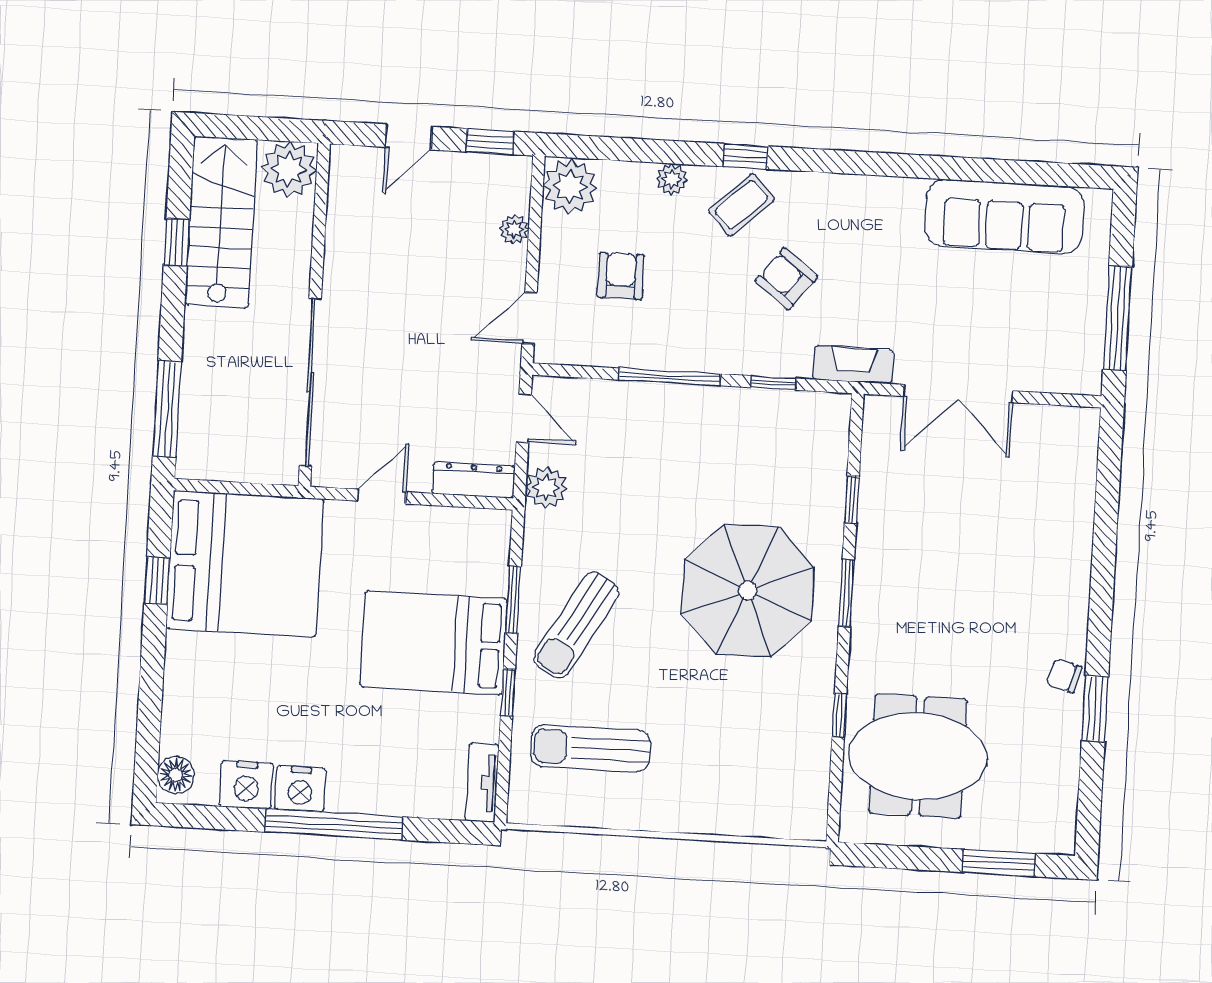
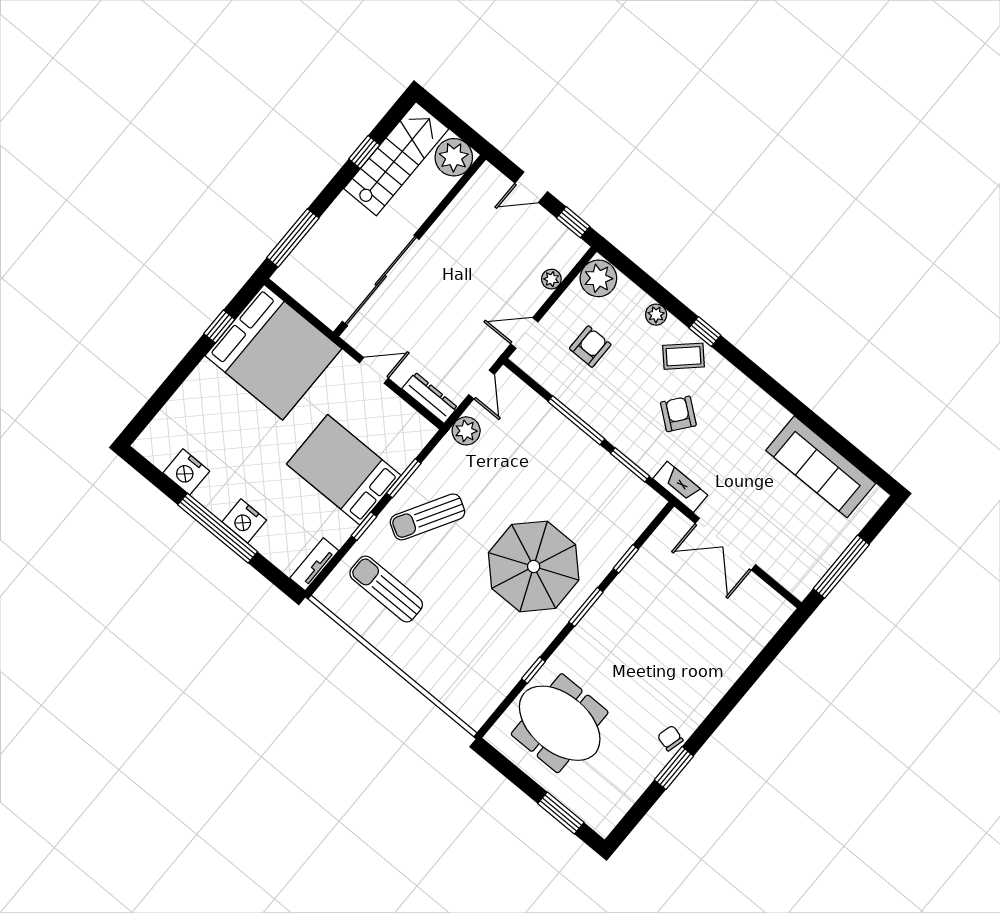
window: (773, 383) -> (630, 465), width x1.50
floor lamp: (176, 775) -> (152, 439), removed
nightstand: (300, 789) -> (244, 521), moved

